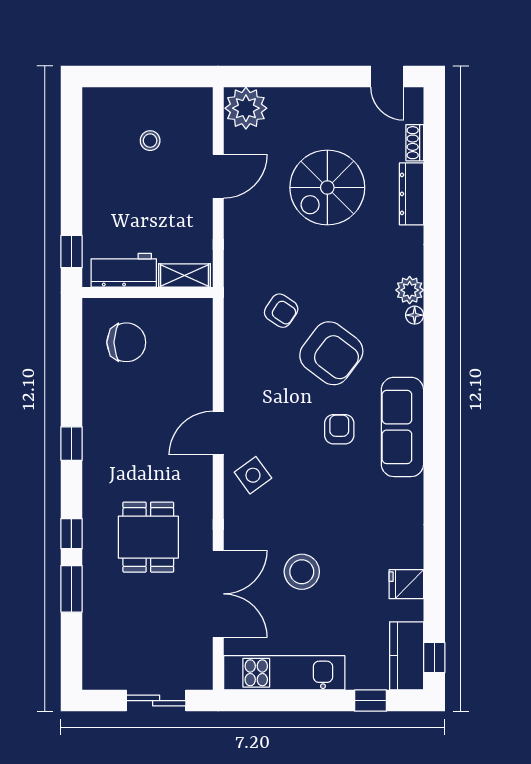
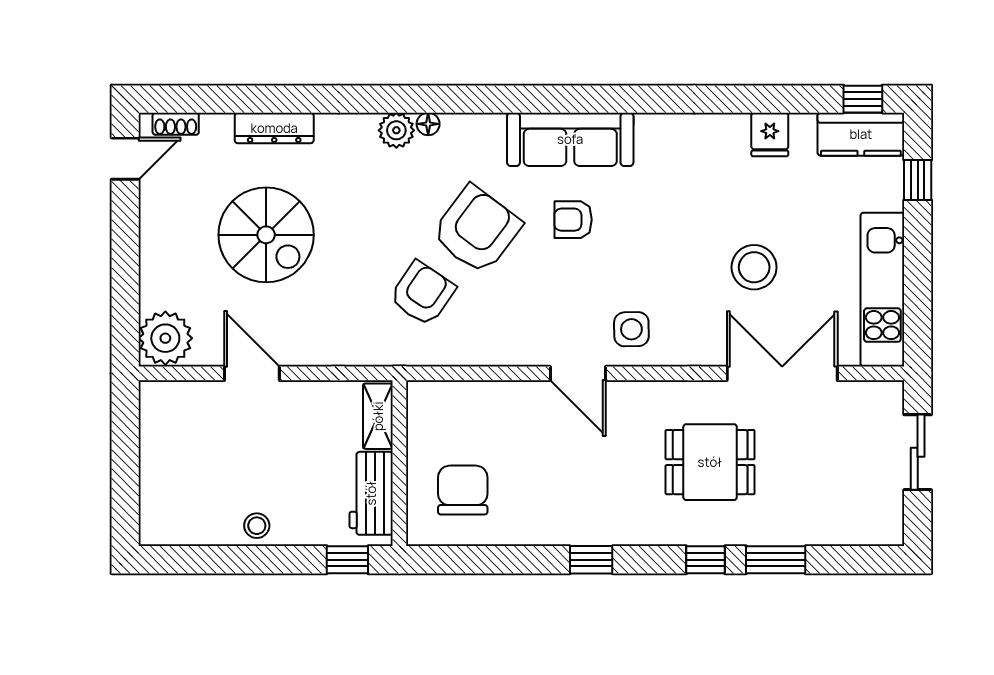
stool: (150, 141) -> (257, 526), moved
shoe rack: (415, 143) -> (176, 124), moved
armchair: (281, 311) -> (422, 293), width x1.38, depth x1.38
side table: (253, 475) -> (631, 329), turned 35

